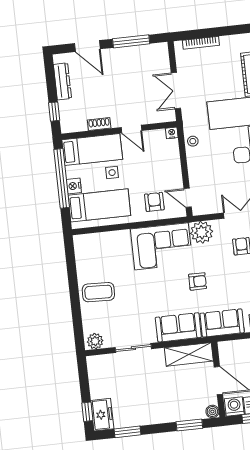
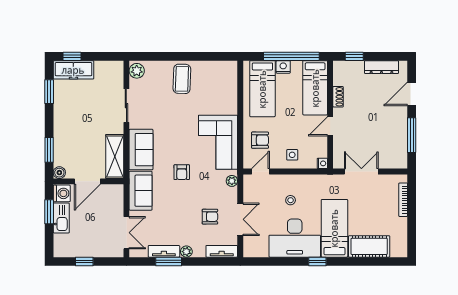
stool: (193, 141) -> (291, 200), moved
side table: (112, 173) -> (292, 155), moved
plant: (202, 232) -> (232, 181), width x0.53, depth x0.53
freezer: (102, 415) -> (73, 70), width x1.40

